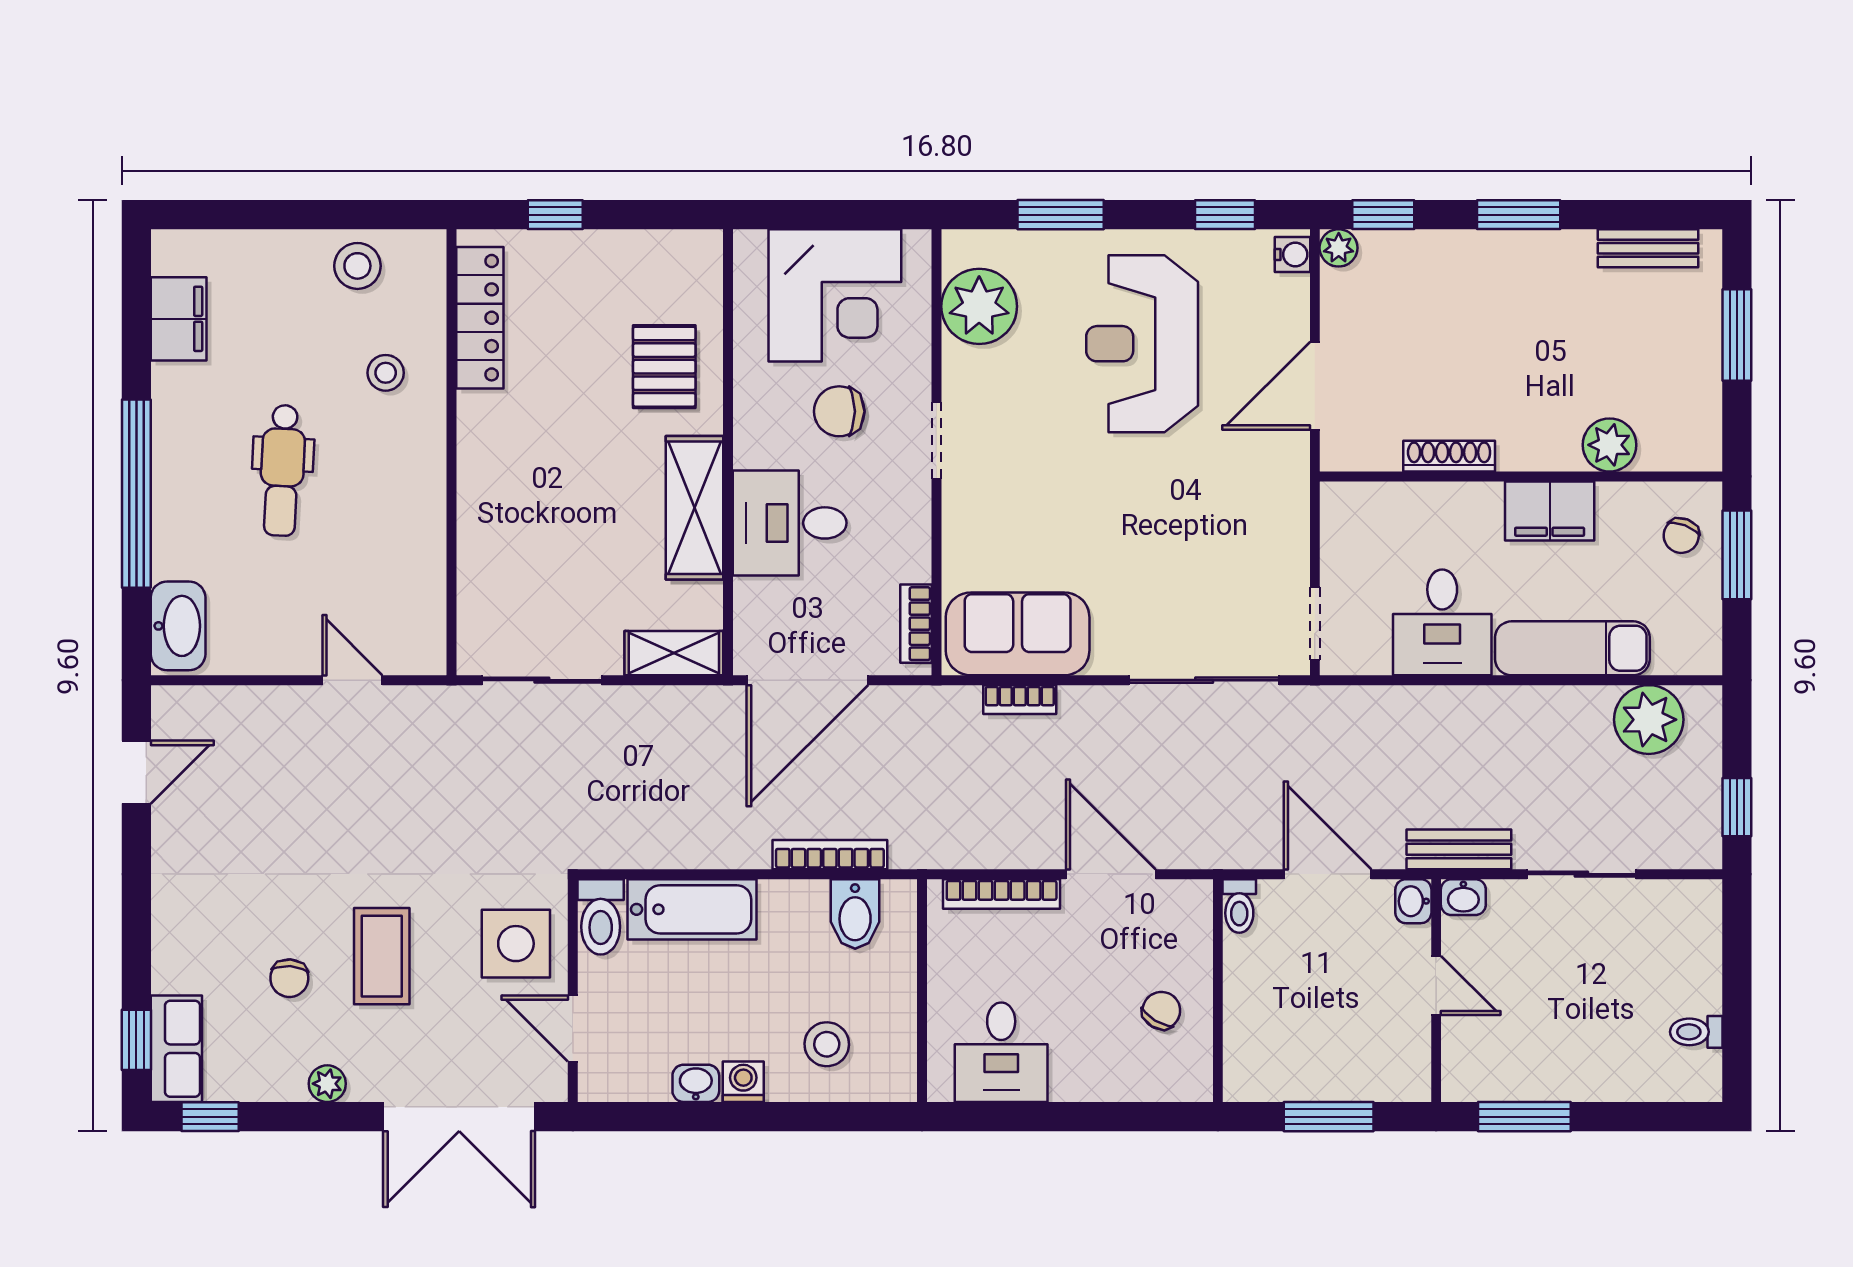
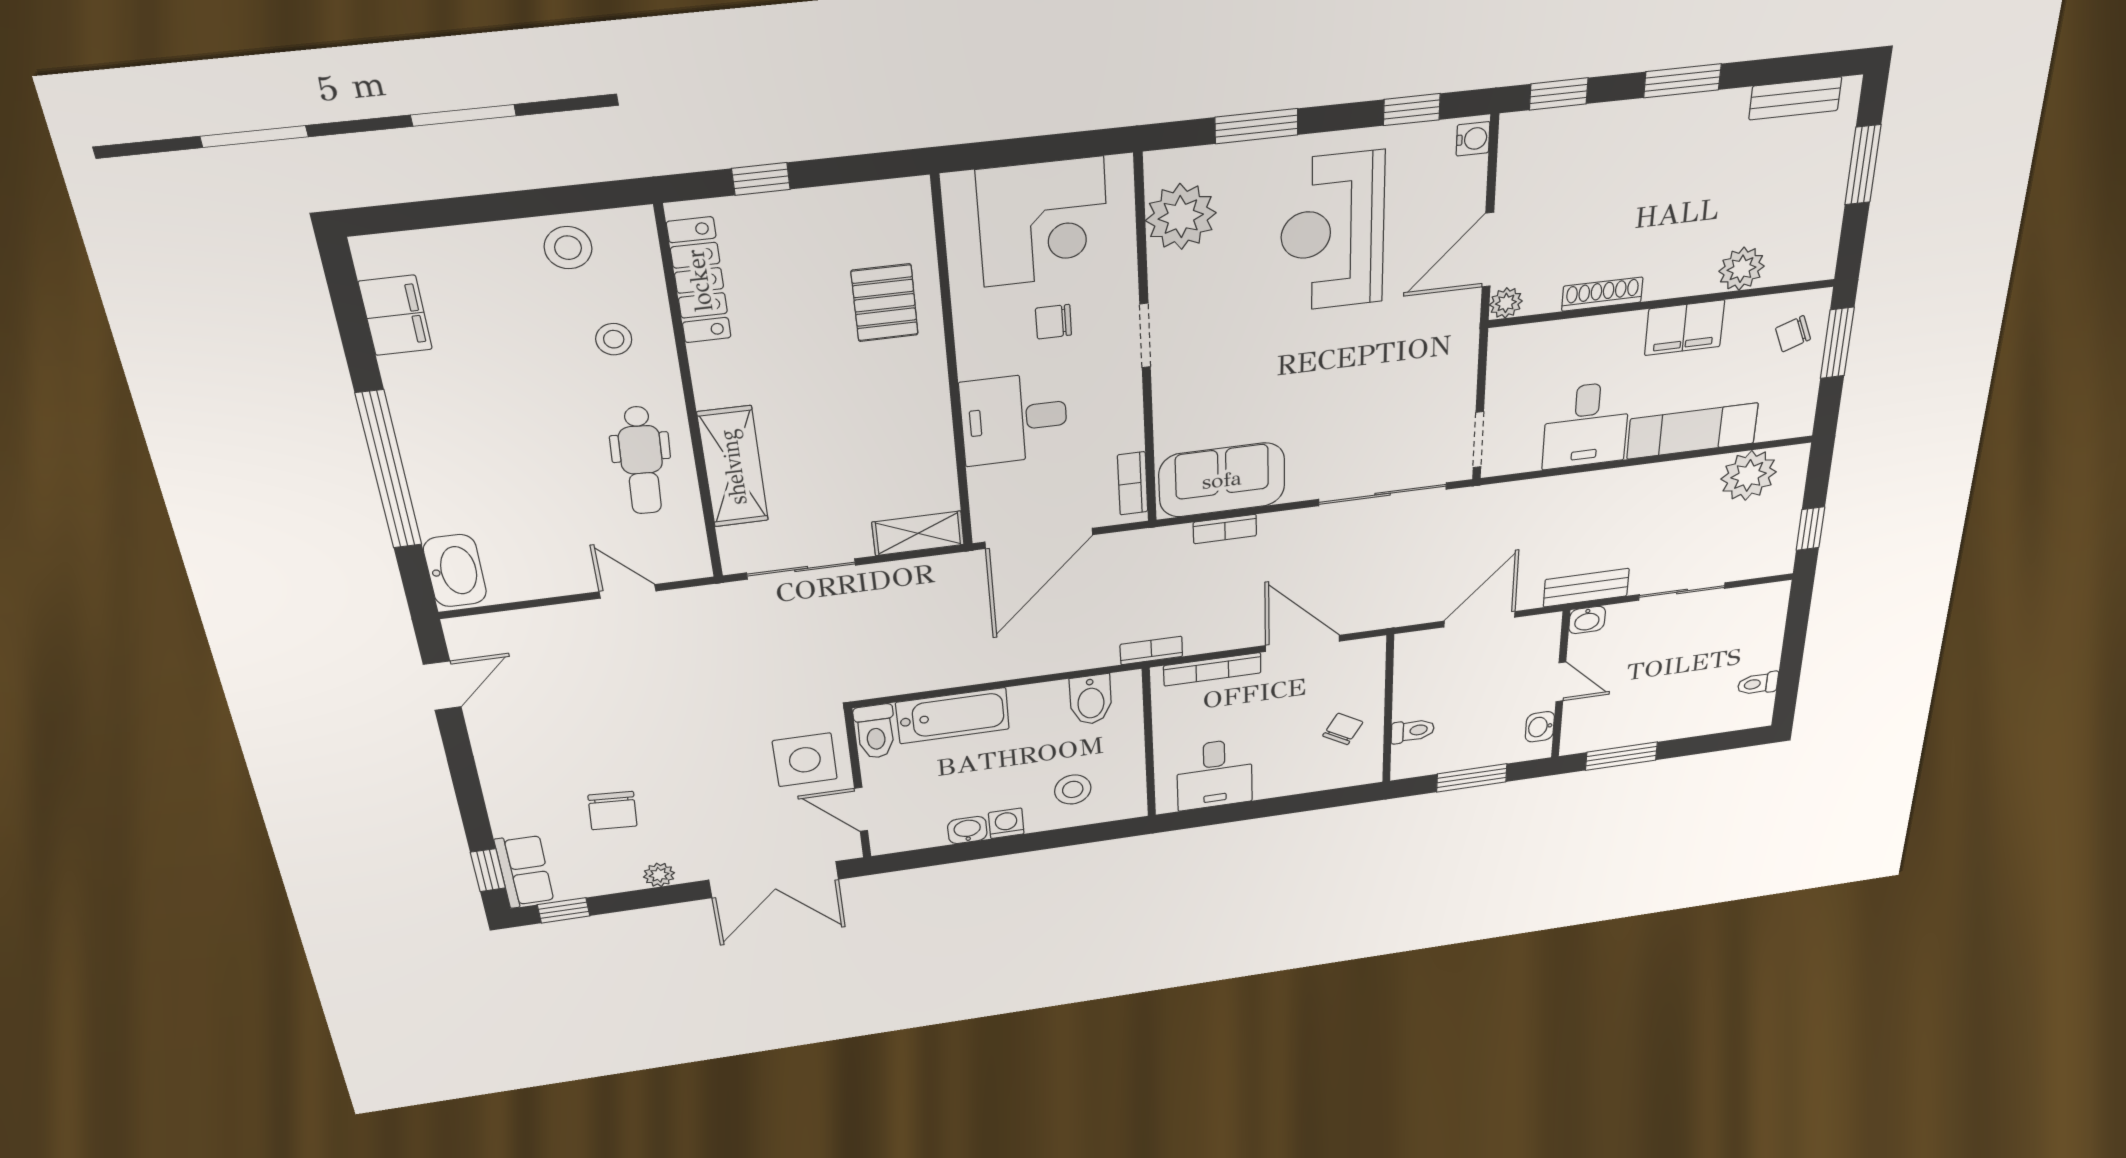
plant: (1339, 248) -> (1506, 303), moved
chair: (839, 411) -> (1054, 322), width x0.73, depth x0.73
dental chair: (282, 470) -> (642, 460), moved
shelving: (694, 508) -> (733, 467), moved
chair: (1681, 536) -> (1793, 334), turned 48
bookcase: (830, 855) -> (1151, 650), moved, width x0.64
door: (1328, 874) -> (1479, 619), hinge flipped
washbasin: (1413, 901) -> (1540, 727), moved
toilet: (1239, 906) -> (1413, 731), moved, turned -90
coffee table: (382, 956) -> (690, 784), removed
chair: (289, 978) -> (613, 811), width x1.37, depth x1.37

